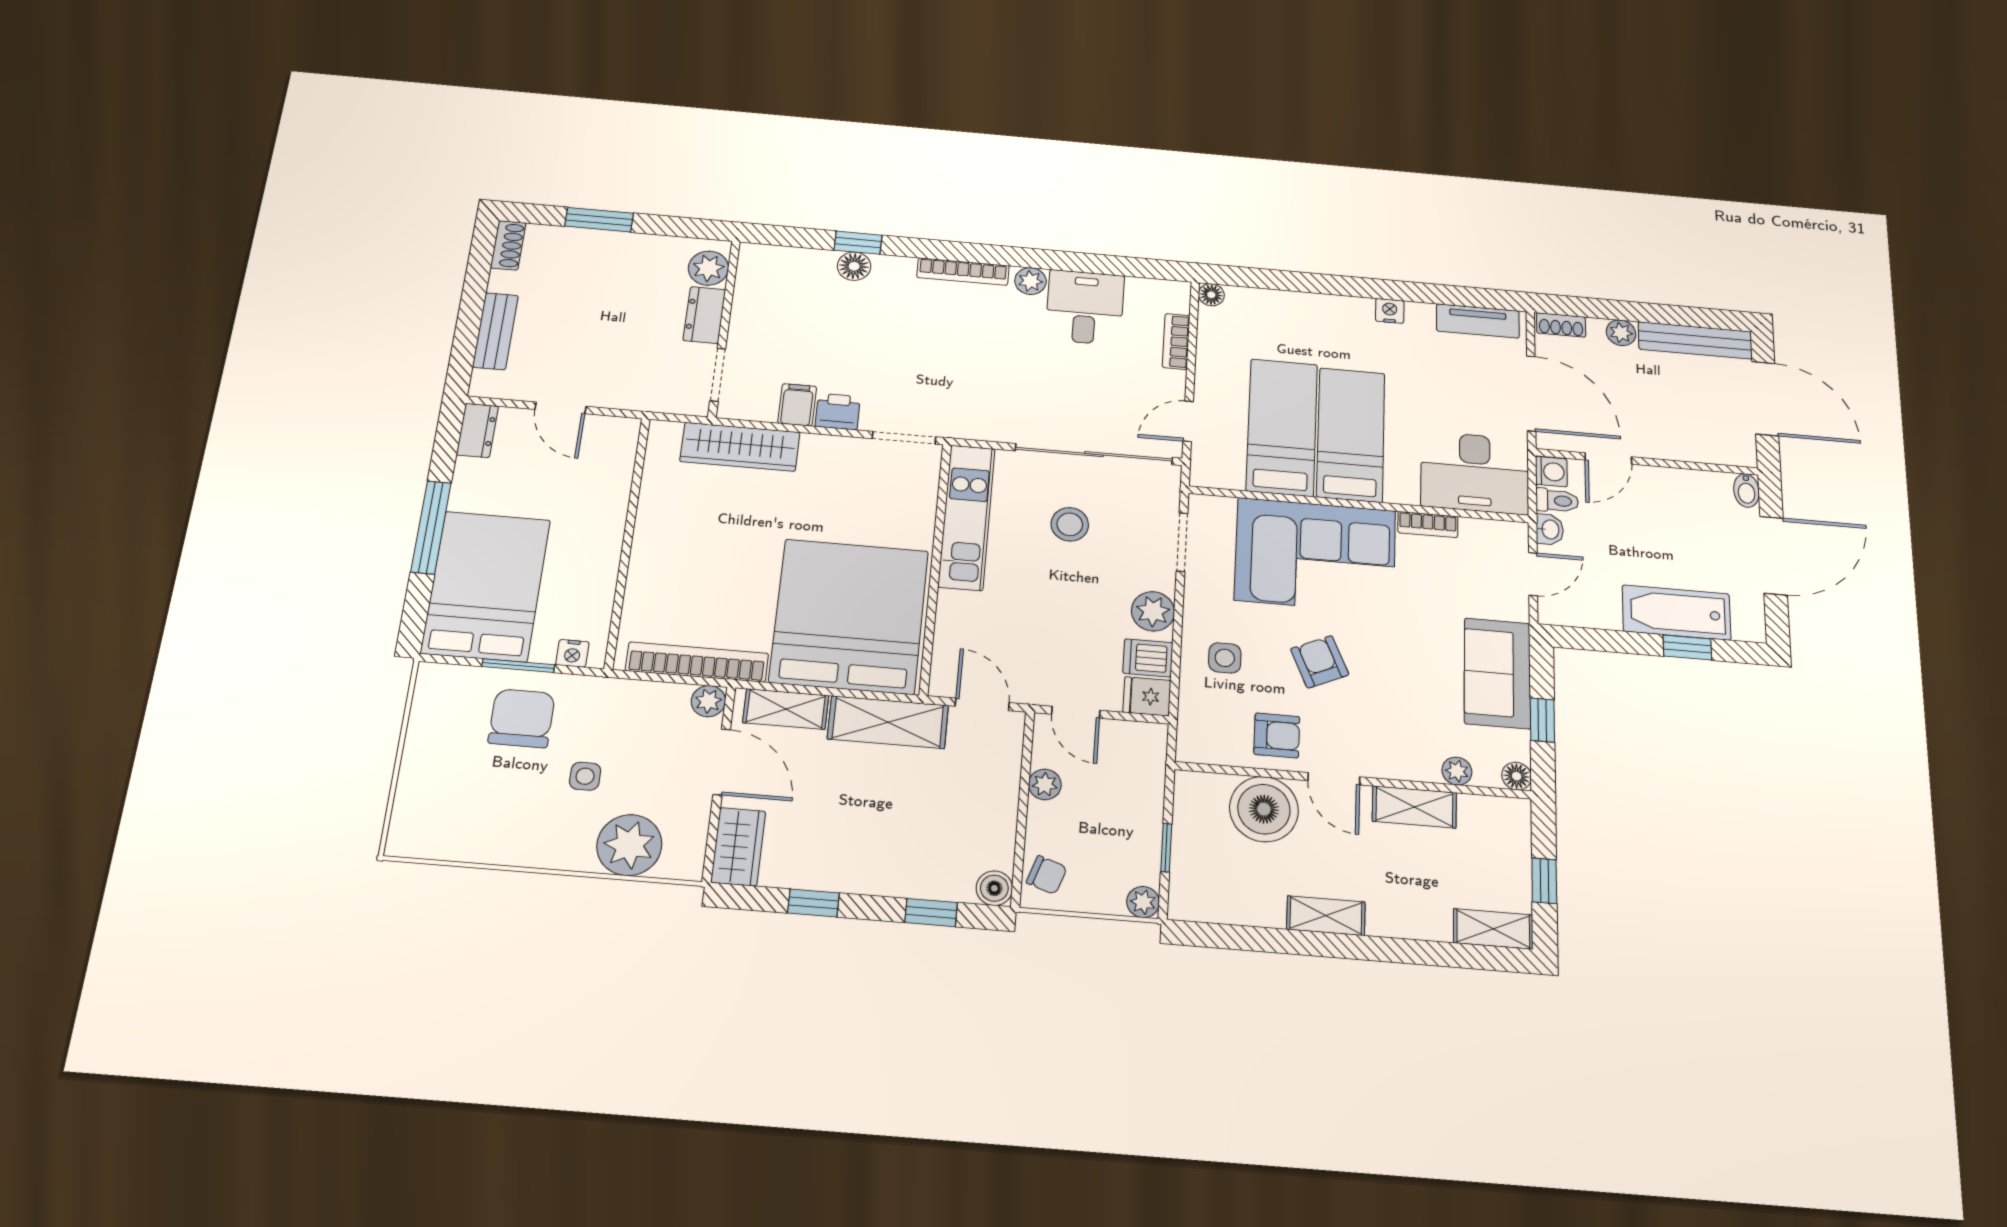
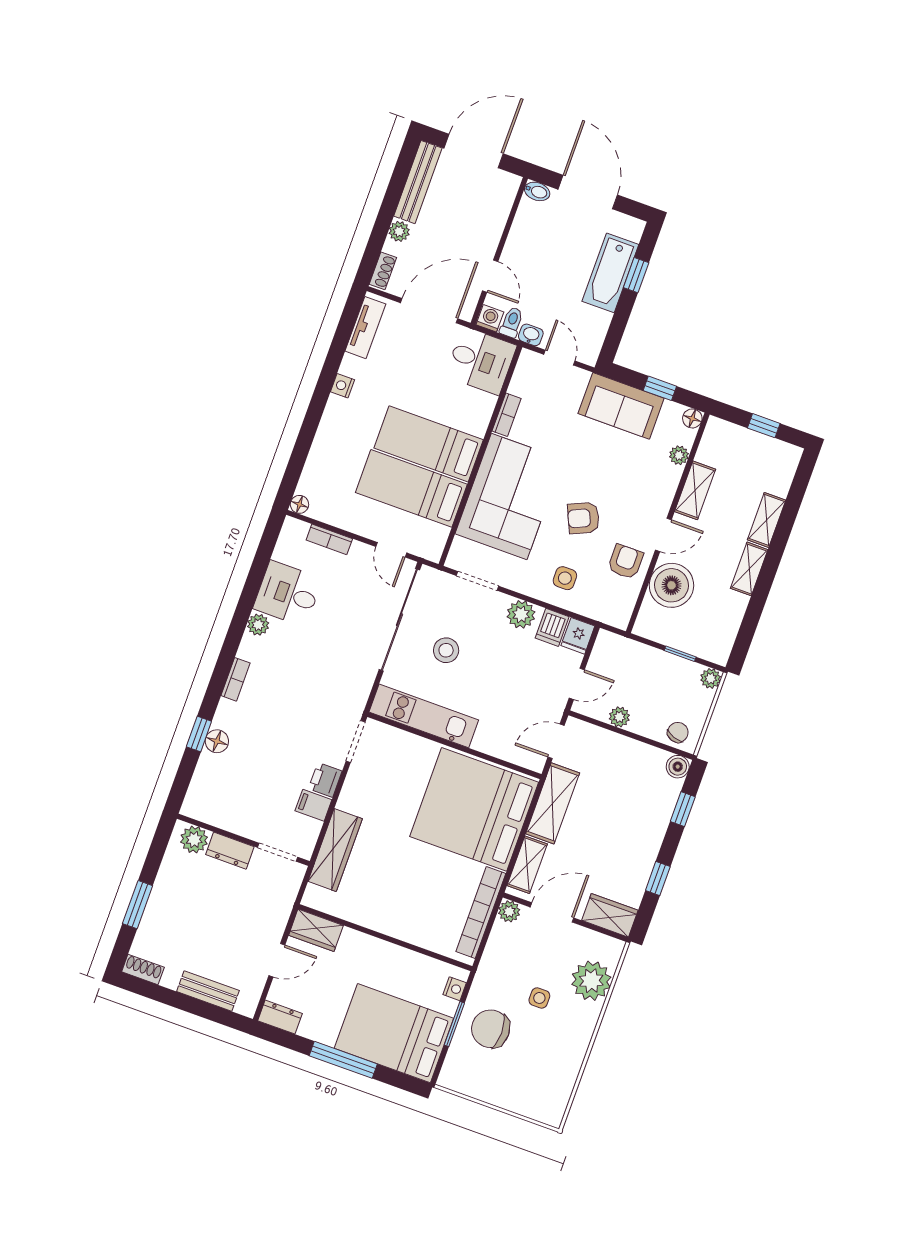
bookcase: (963, 272) -> (236, 679), width x0.64
wardrobe: (616, 448) -> (316, 930), added
desk: (1475, 473) -> (481, 361), width x0.73
shelving: (1493, 929) -> (767, 520), moved

